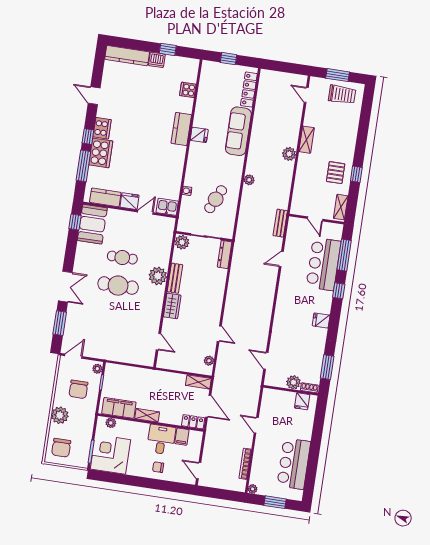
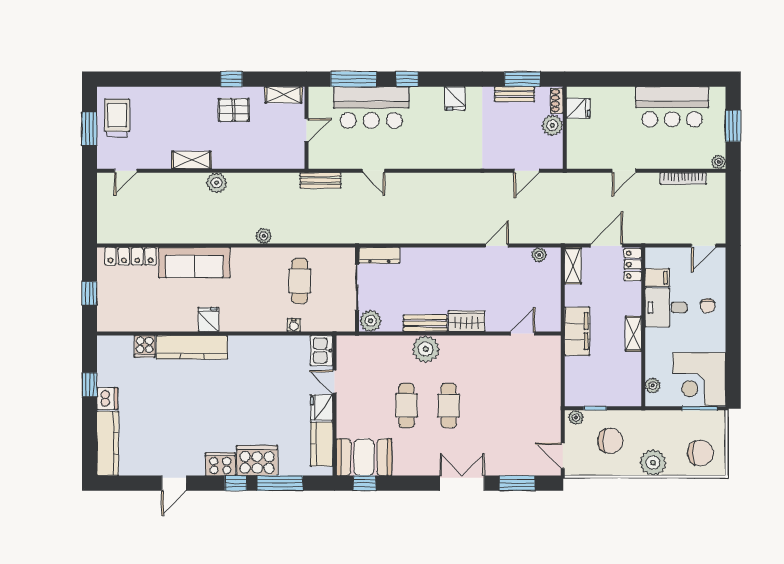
kitchen counter: (181, 129) -> (192, 347), width x1.50
cafe table: (216, 199) -> (300, 281), turned 65
cafe table: (118, 286) -> (449, 406), width x0.73, depth x0.74
bench: (318, 360) -> (514, 94), added
filing cabinet: (119, 408) -> (577, 331), moved, turned 180

